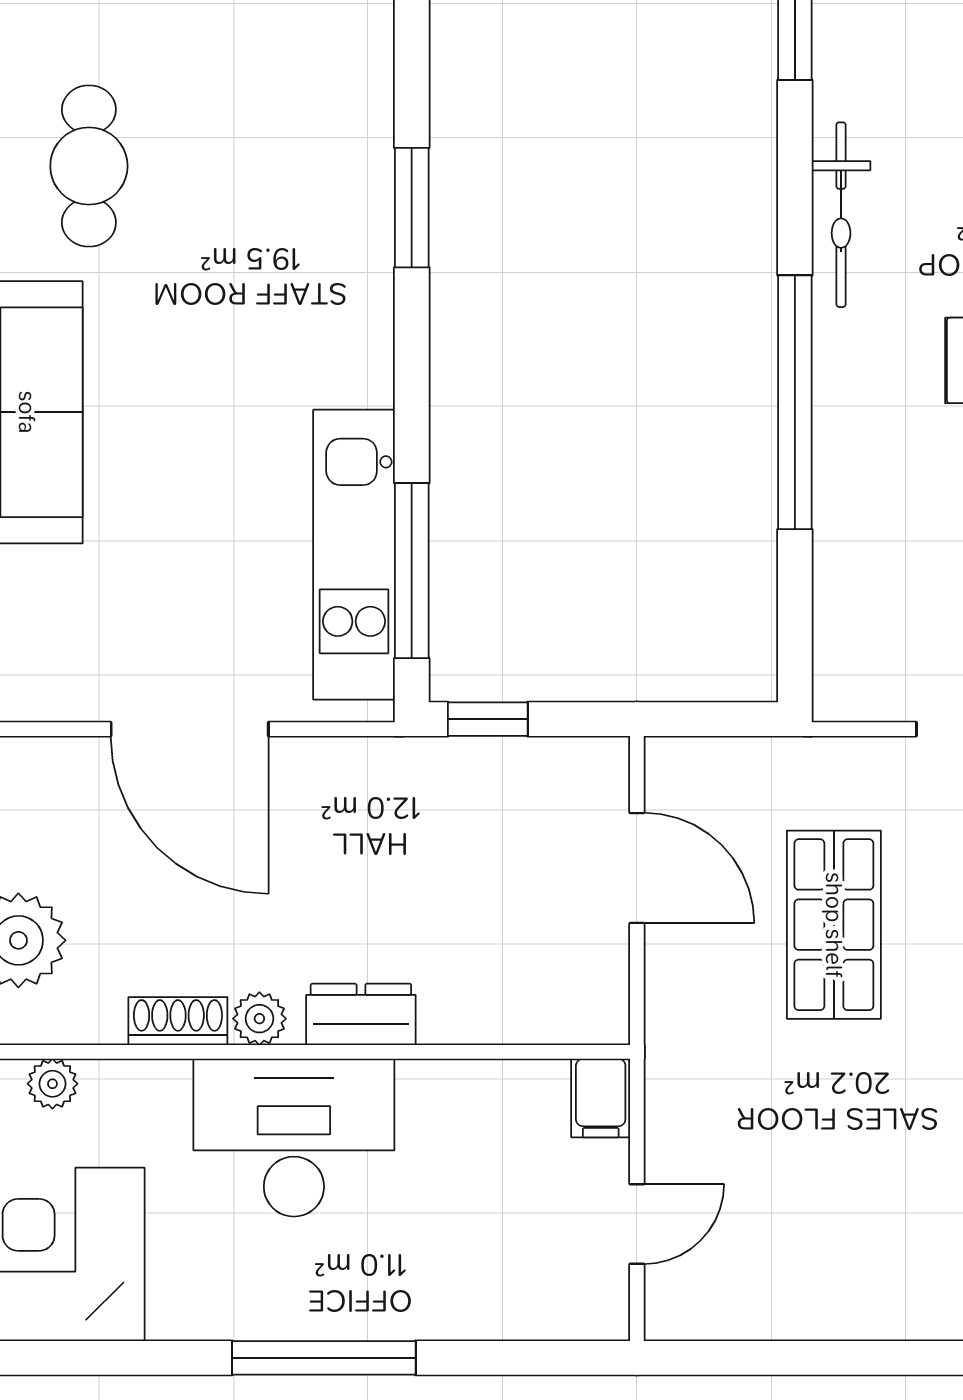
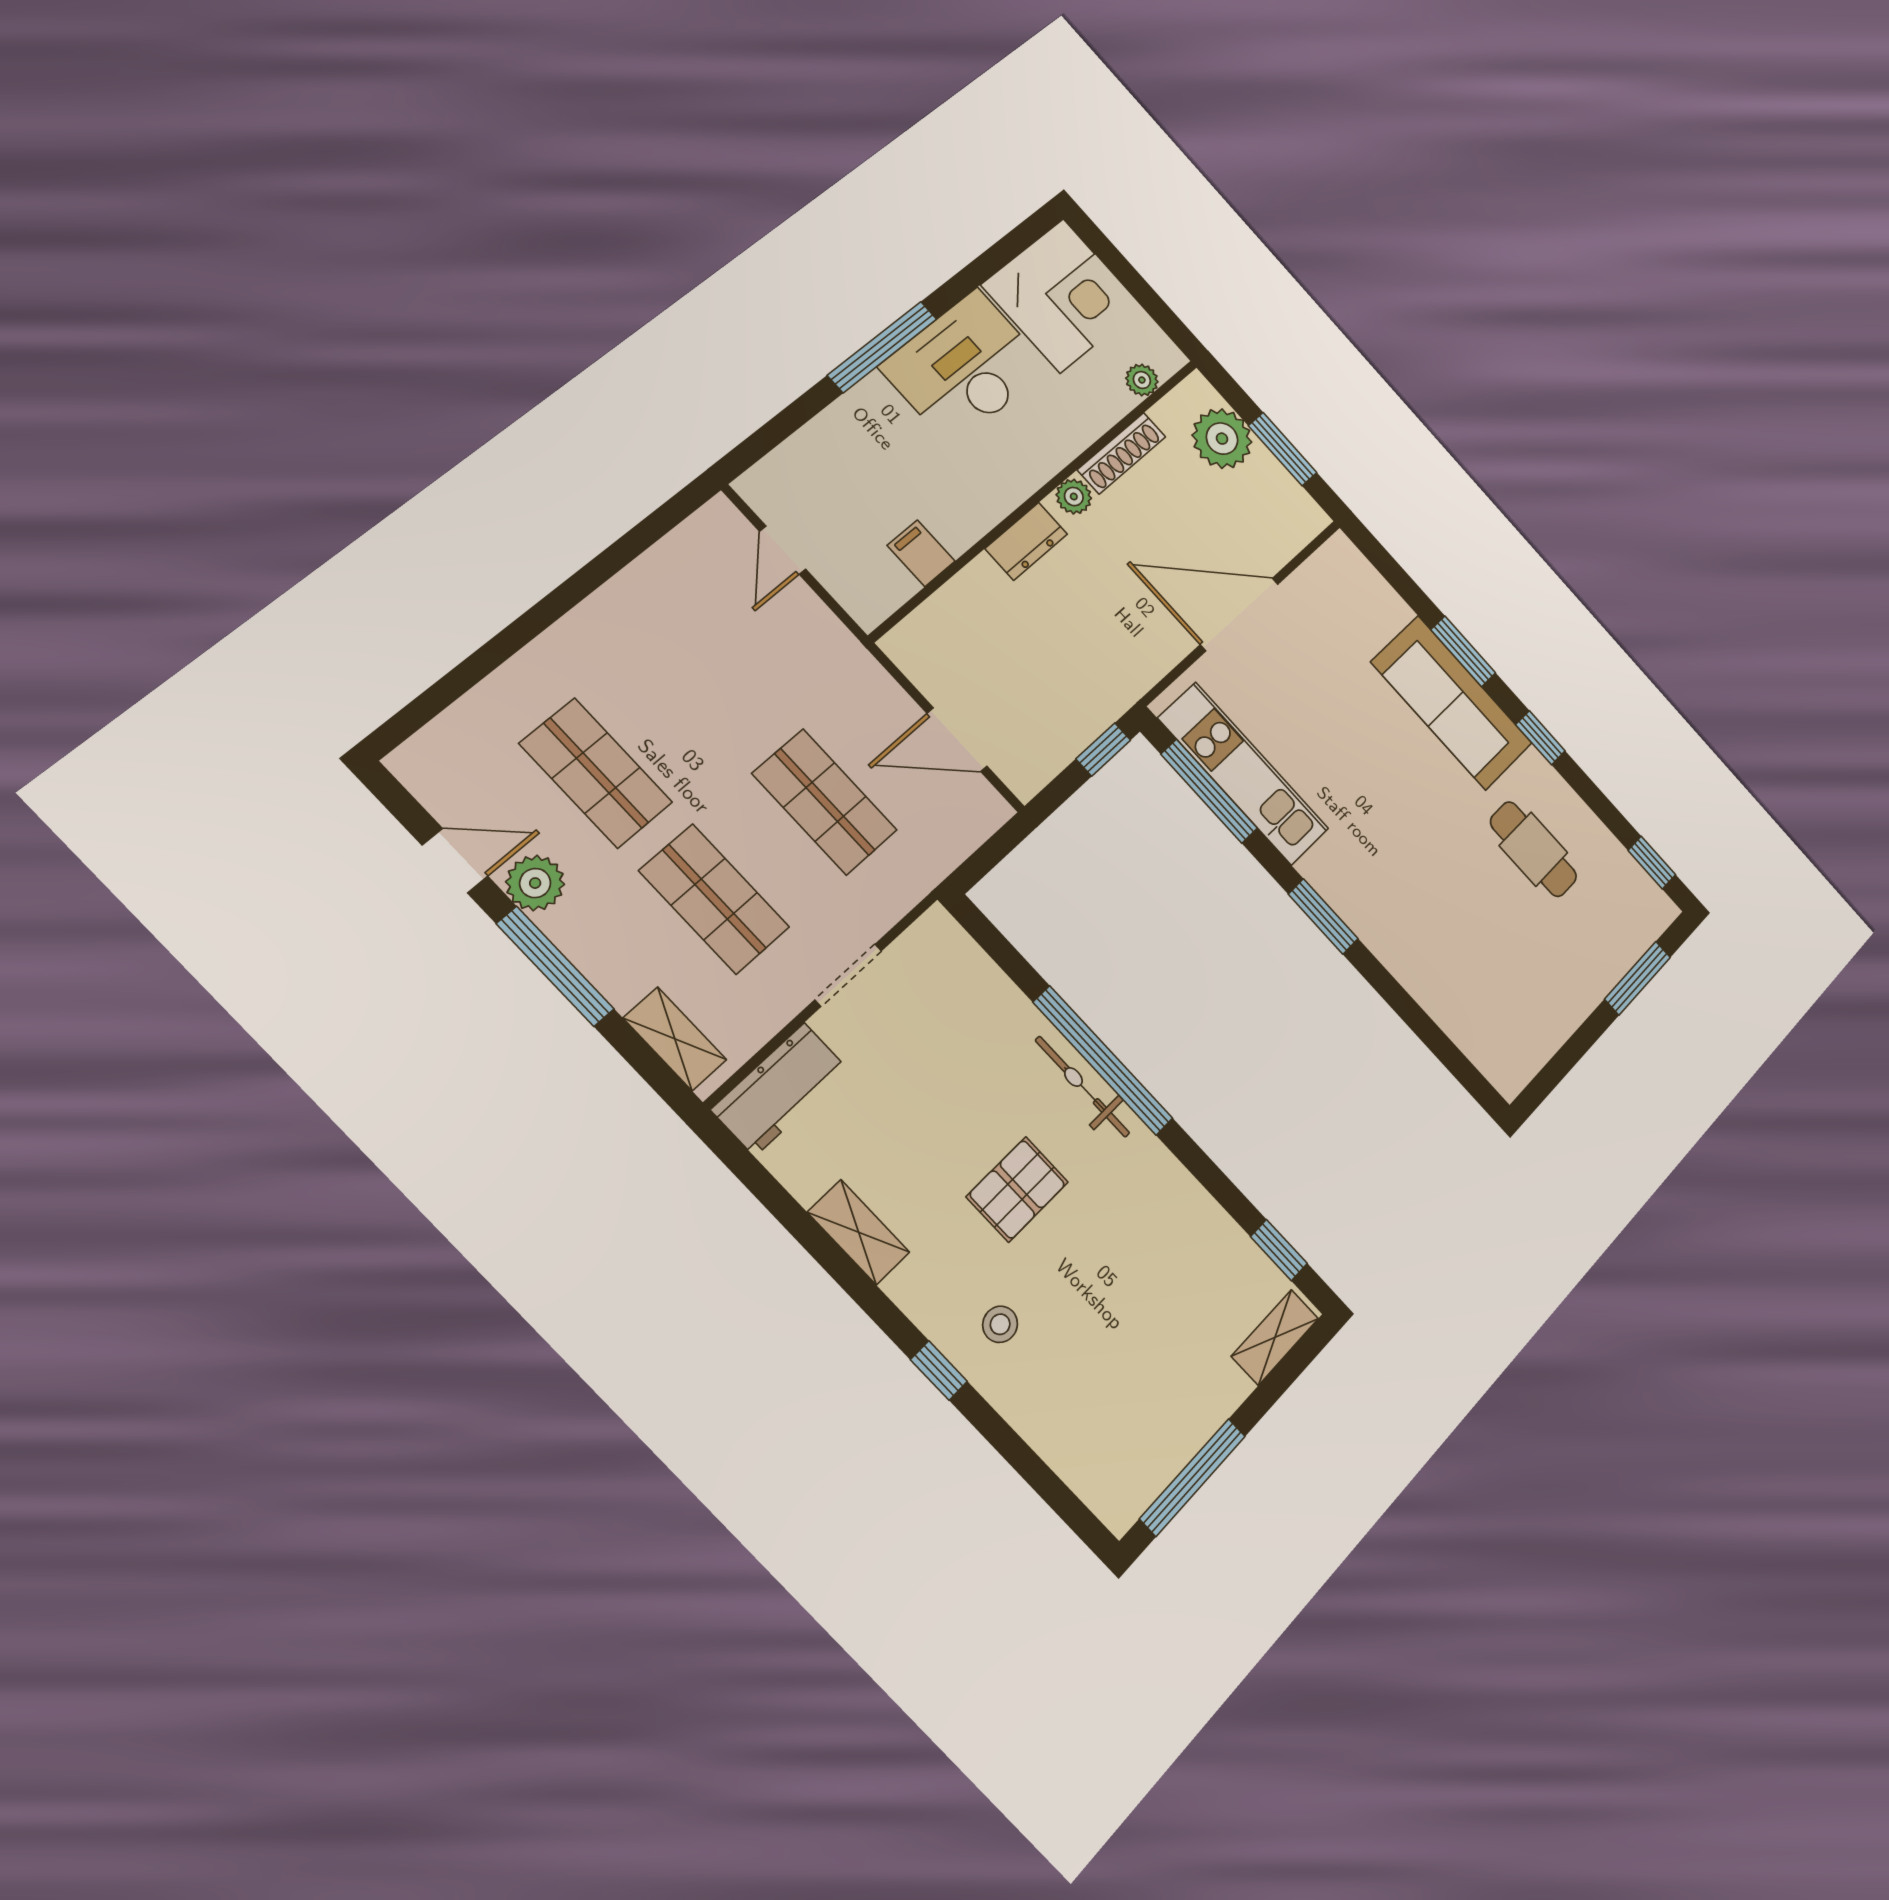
window: (412, 208) -> (1323, 916), moved
bicycle: (841, 215) -> (1082, 1087), moved
shoe rack: (178, 1021) -> (1122, 453), width x1.43
filing cabinet: (601, 1098) -> (921, 553), moved
desk: (294, 1138) -> (965, 367), moved, turned 180

